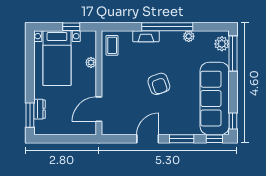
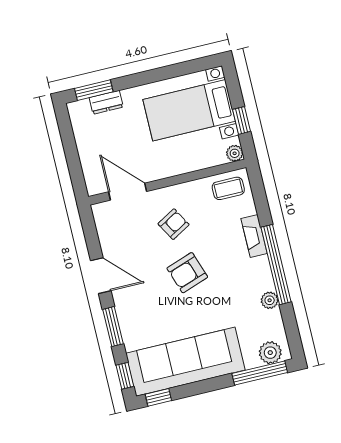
plant: (91, 62) -> (235, 153), moved
armchair: (126, 85) -> (174, 224), added

